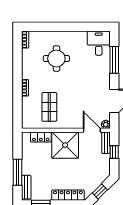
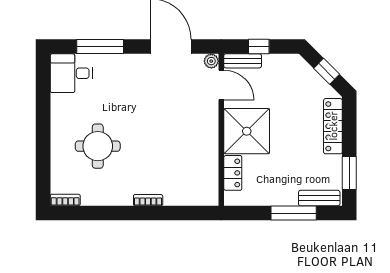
shop shelf: (49, 107) -> (181, 158), removed
door: (92, 130) -> (221, 85), swing flipped

